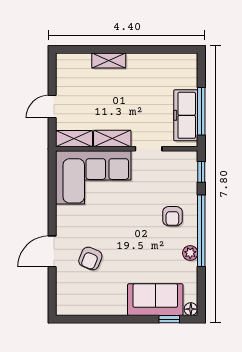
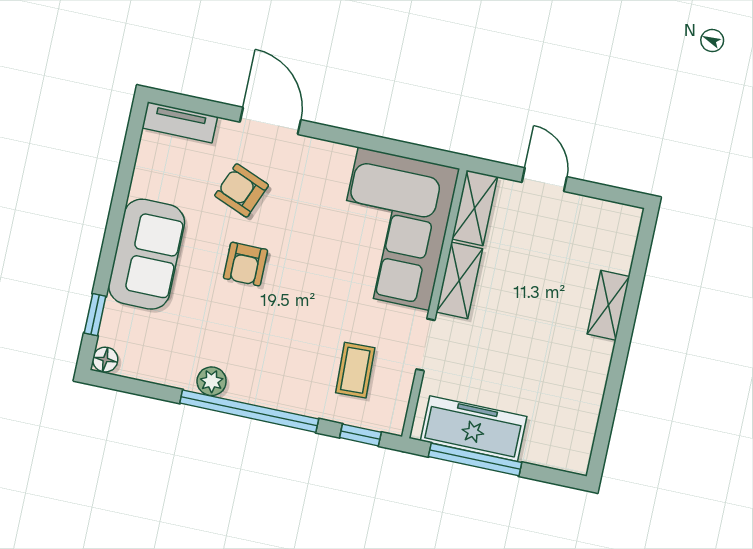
coffee table: (169, 181) -> (355, 370), added
armchair: (172, 216) -> (245, 264), moved, turned -90
tv unit: (63, 297) -> (180, 122), added
sofa: (155, 300) -> (147, 254), moved

